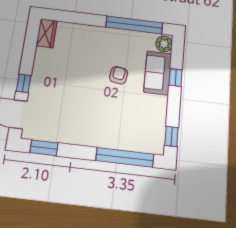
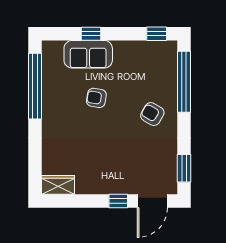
plant: (164, 44) -> (53, 50), removed
armchair: (98, 124) -> (152, 114), added

